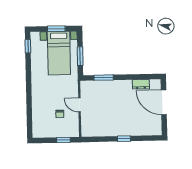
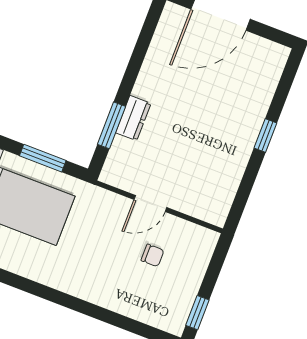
dresser: (141, 84) -> (133, 118), moved
window: (63, 140) -> (197, 313), moved

